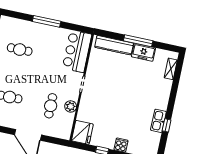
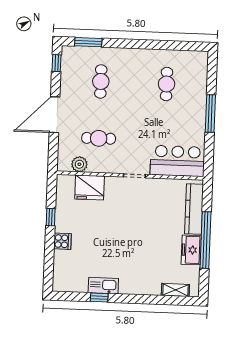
window: (138, 41) -> (205, 240), width x1.46
plant: (71, 106) -> (79, 164), moved
fridge: (82, 132) -> (90, 187), moved

